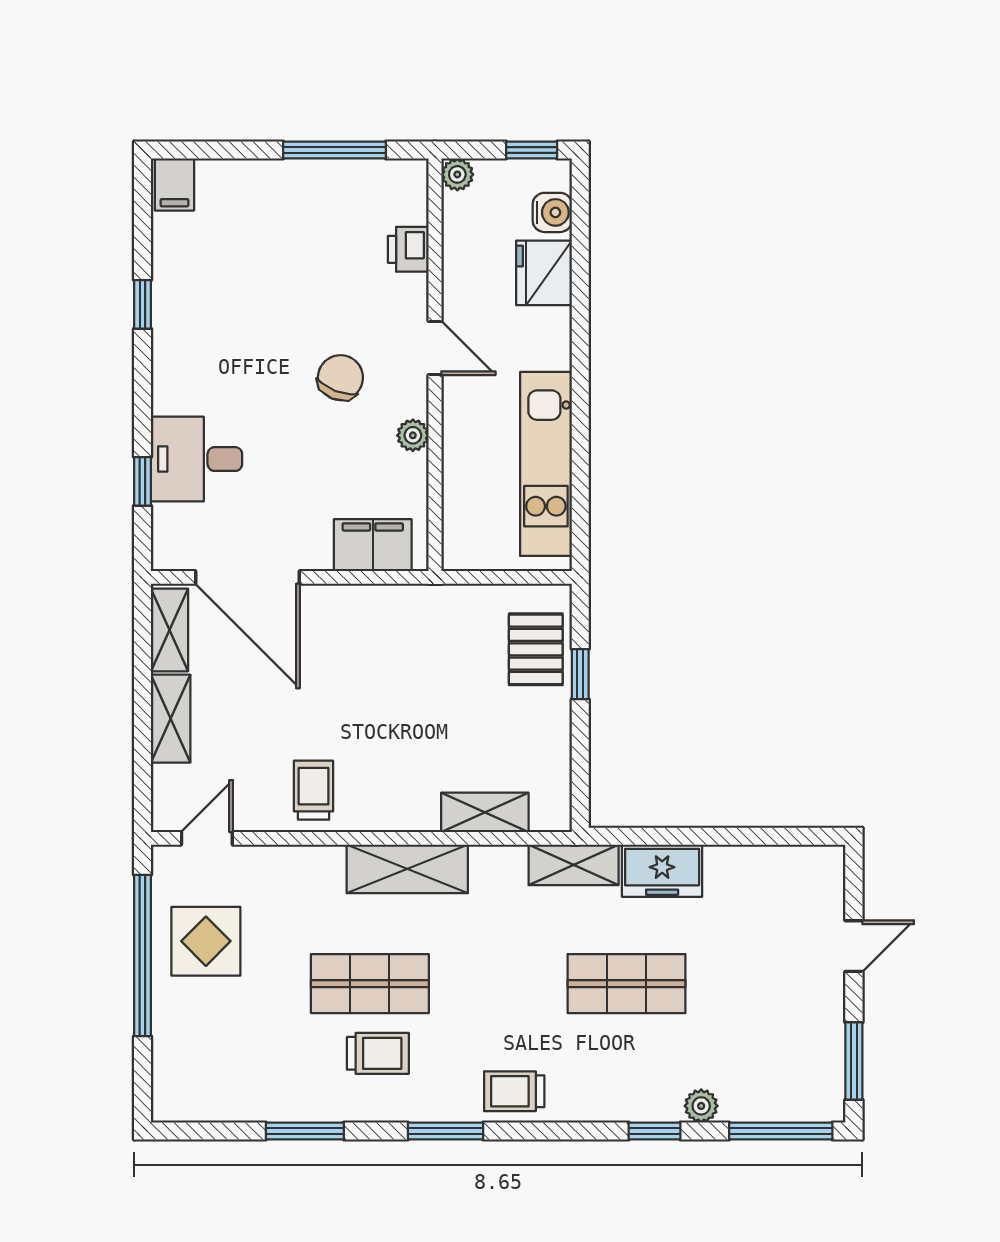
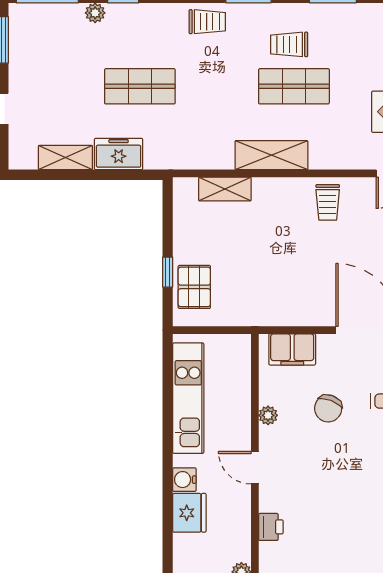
water cooler: (552, 212) -> (184, 480), moved
chair: (340, 378) -> (328, 408), moved
shelving: (574, 865) -> (65, 158), moved

